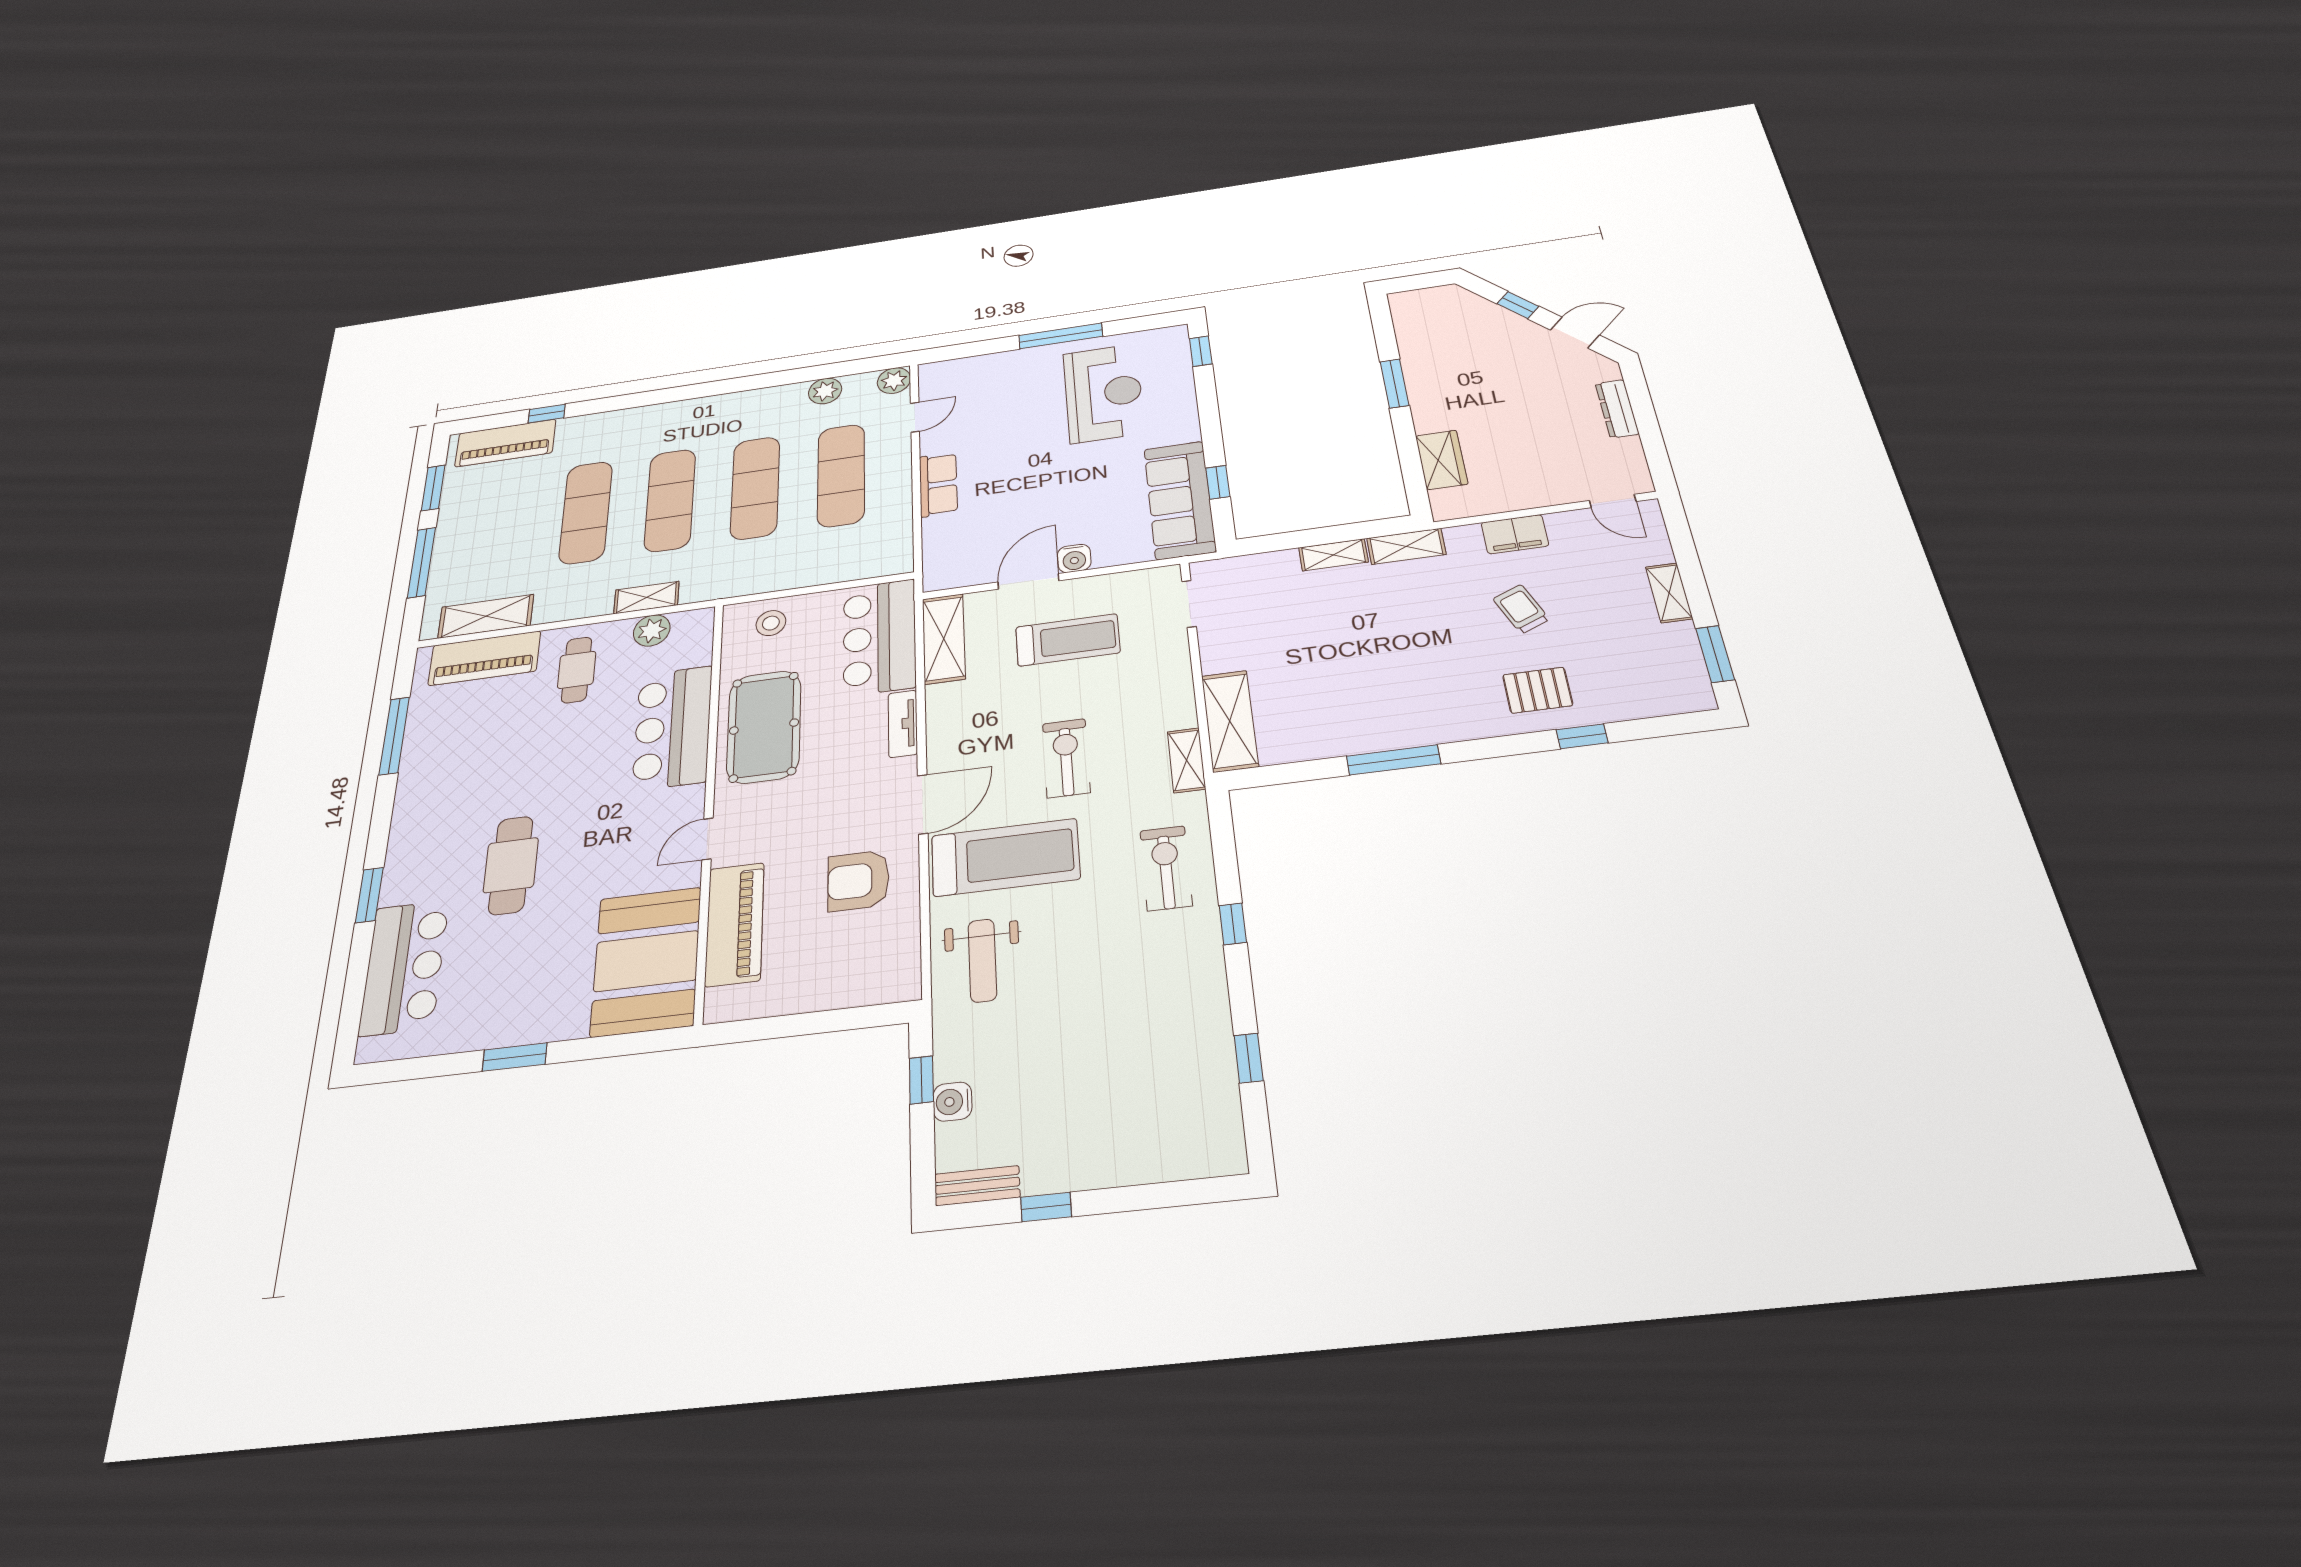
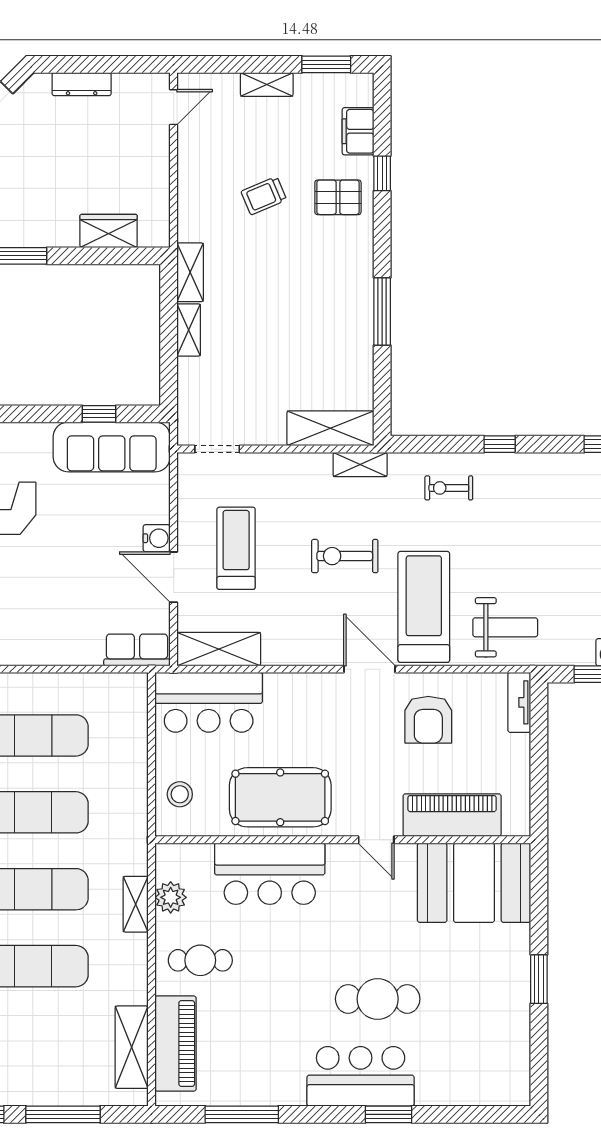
row of seats: (938, 484) -> (137, 650), moved
filing cabinet: (1515, 534) -> (358, 131), moved, turned 180
pallet: (1538, 690) -> (338, 197), turned 90
tv unit: (903, 724) -> (519, 702), moved, turned 90
exercise bike: (1166, 868) -> (449, 488), width x0.73, depth x0.72
bar counter: (404, 967) -> (361, 1076), moved

